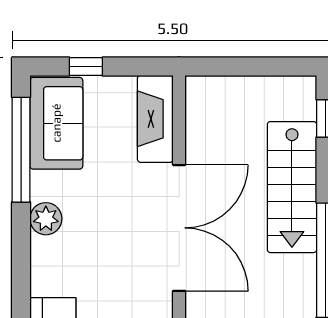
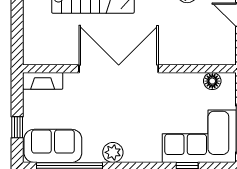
fireplace: (155, 119) -> (43, 81), width x0.73, depth x0.76

